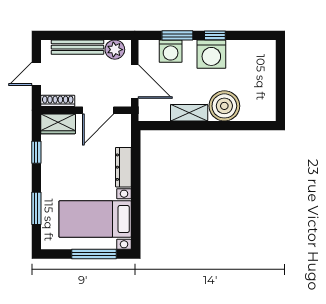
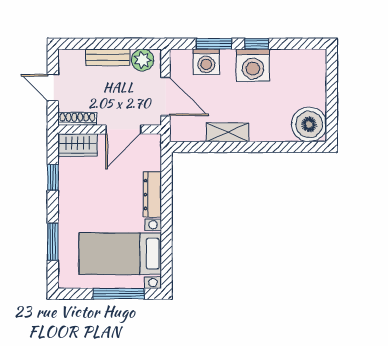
bench: (77, 47) -> (108, 57), width x0.73
door: (36, 74) -> (53, 88), hinge flipped
boiler: (224, 106) -> (309, 124), moved

